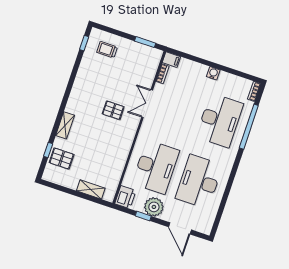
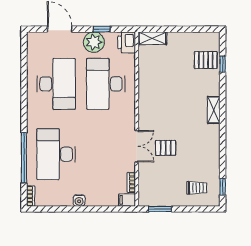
pallet: (113, 110) -> (166, 148), moved
shelving: (65, 125) -> (214, 110), moved
shelving: (91, 189) -> (152, 38), moved

